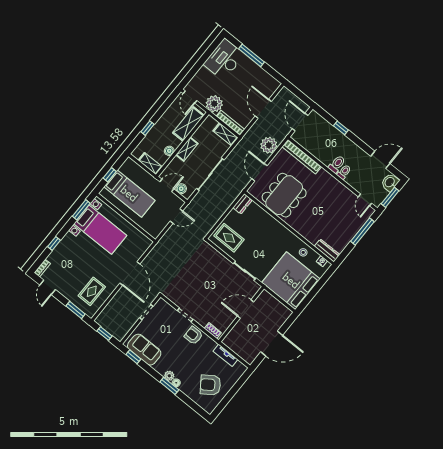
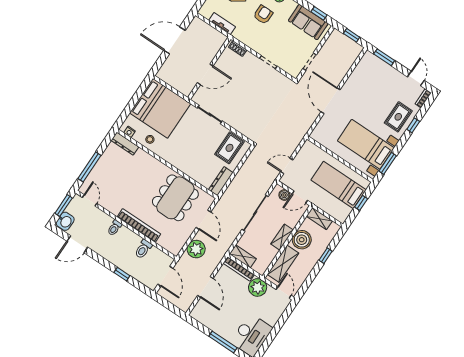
boiler: (169, 151) -> (302, 240), width x1.86, depth x1.86
bookcase: (302, 157) -> (139, 225), moved
toilet: (337, 164) -> (143, 249), moved
dresser: (242, 204) -> (221, 181), width x1.44
rug: (229, 238) -> (229, 148), turned 90
rug: (92, 291) -> (398, 117), moved
armchair: (193, 336) -> (263, 15), moved, turned -90

